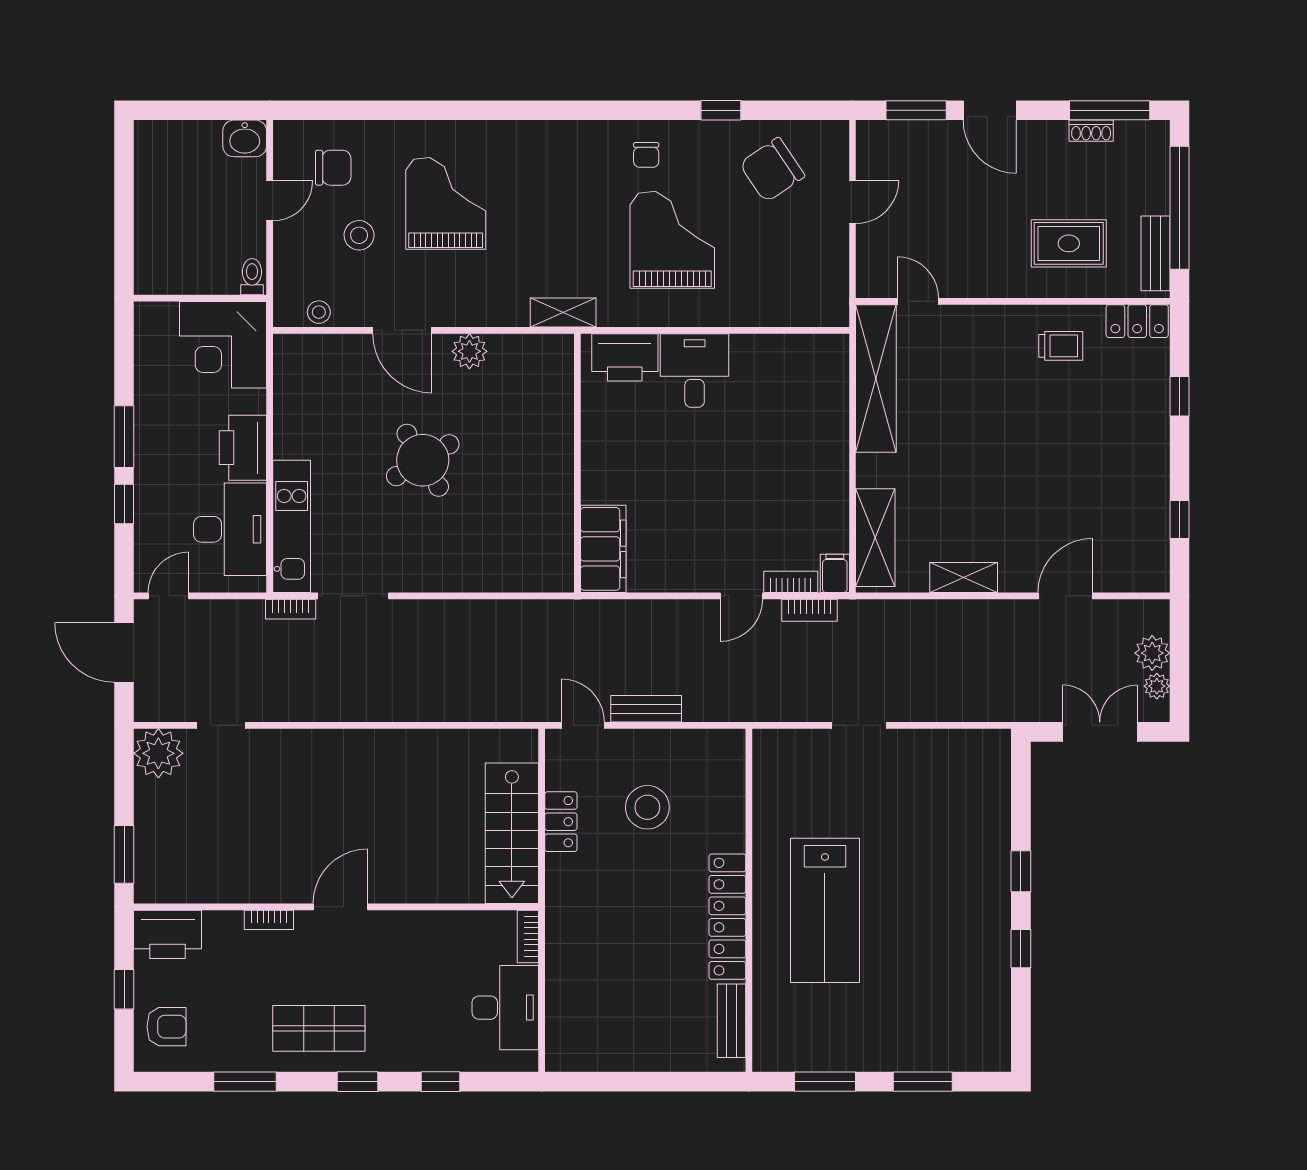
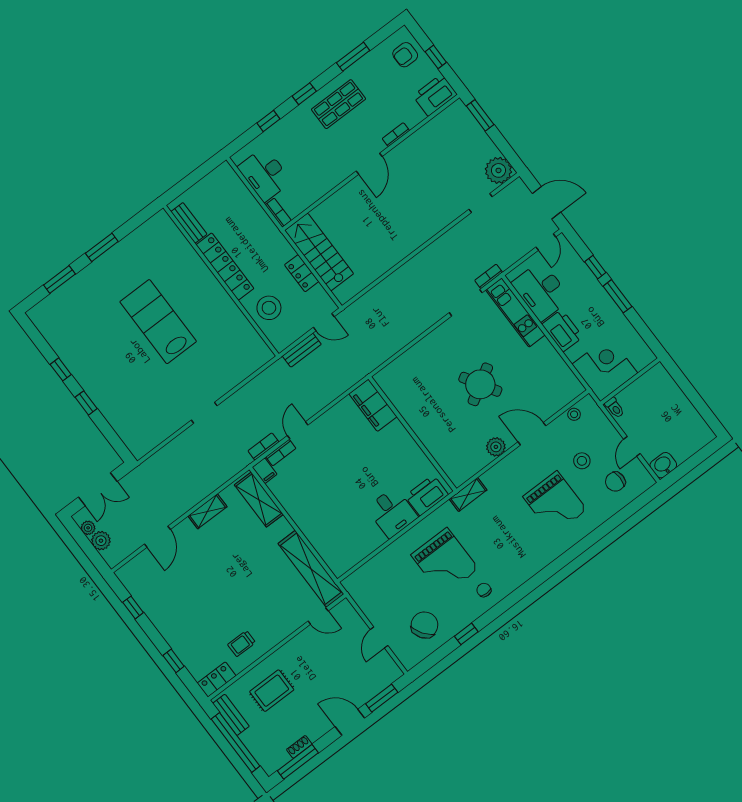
wall: (749, 900) -> (221, 281), moved
locker: (727, 917) -> (225, 267), moved
bench: (732, 1021) -> (189, 223), moved

